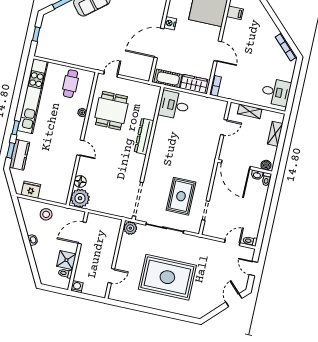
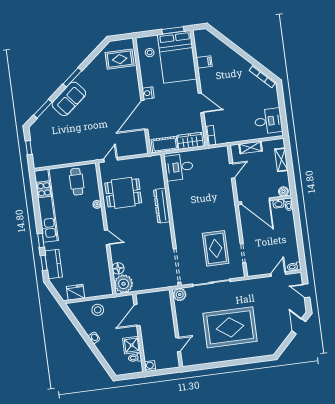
dining table: (111, 111) -> (123, 193), turned 90

